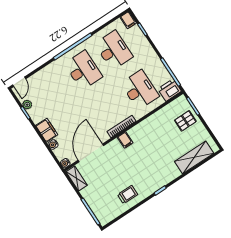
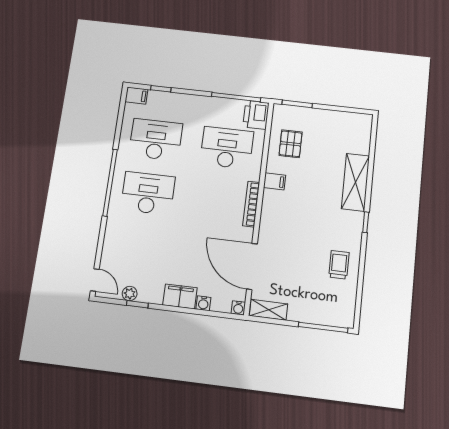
pallet: (185, 121) -> (291, 144), moved
filing cabinet: (125, 140) -> (275, 181), moved
shelving: (194, 157) -> (356, 182), moved

